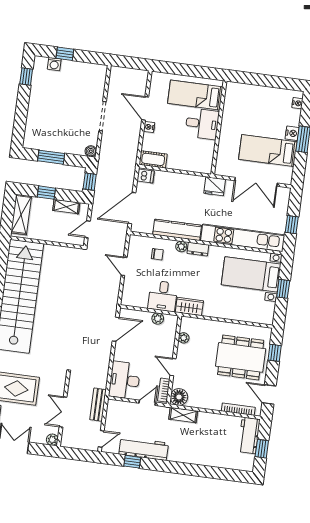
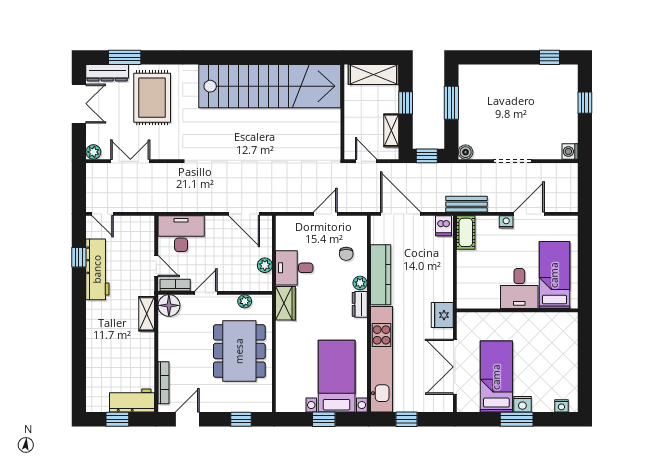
washing machine: (54, 64) -> (570, 151), moved
dining table: (241, 357) -> (239, 351), moved
bench: (98, 405) -> (466, 204), moved

